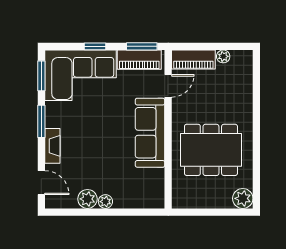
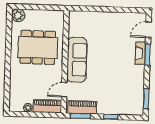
corner sofa: (80, 75) -> (121, 98), removed
window: (41, 121) -> (148, 55), moved
door: (41, 183) -> (148, 30), hinge flipped
plant: (87, 199) -> (119, 18), removed
plant: (105, 202) -> (107, 16), removed

